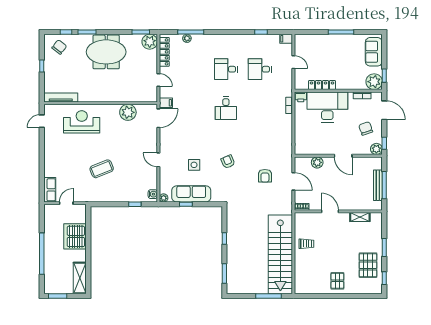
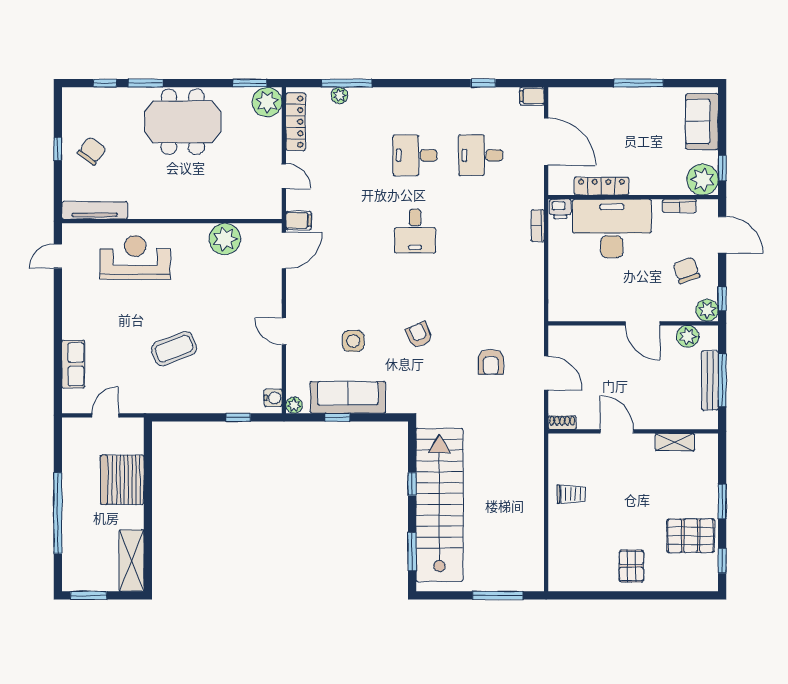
chair: (59, 47) -> (92, 151), moved
door: (293, 62) -> (546, 142), width x1.88
plant: (317, 162) -> (688, 336), moved
row of seats: (50, 190) -> (73, 364), moved
stairs: (280, 254) -> (439, 505), moved, turned 180
pallet: (368, 265) -> (691, 536), turned 90

